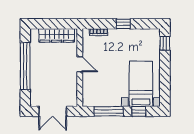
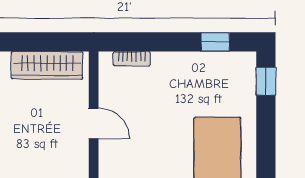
window: (123, 24) -> (215, 42), moved

